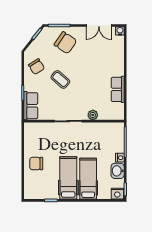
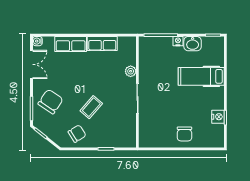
row of seats: (31, 106) -> (71, 44), moved, turned 180
hospital bed: (68, 178) -> (200, 98), removed
nightstand: (117, 194) -> (218, 117), moved

